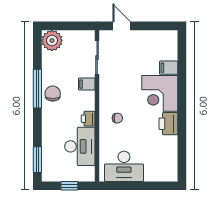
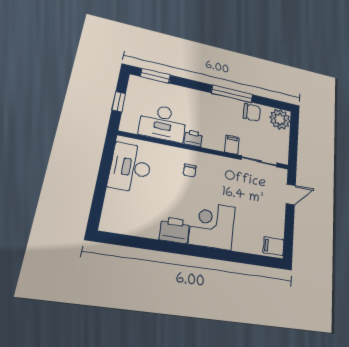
filing cabinet: (169, 68) -> (274, 246), moved, turned -90
chair: (53, 94) -> (252, 112), moved

